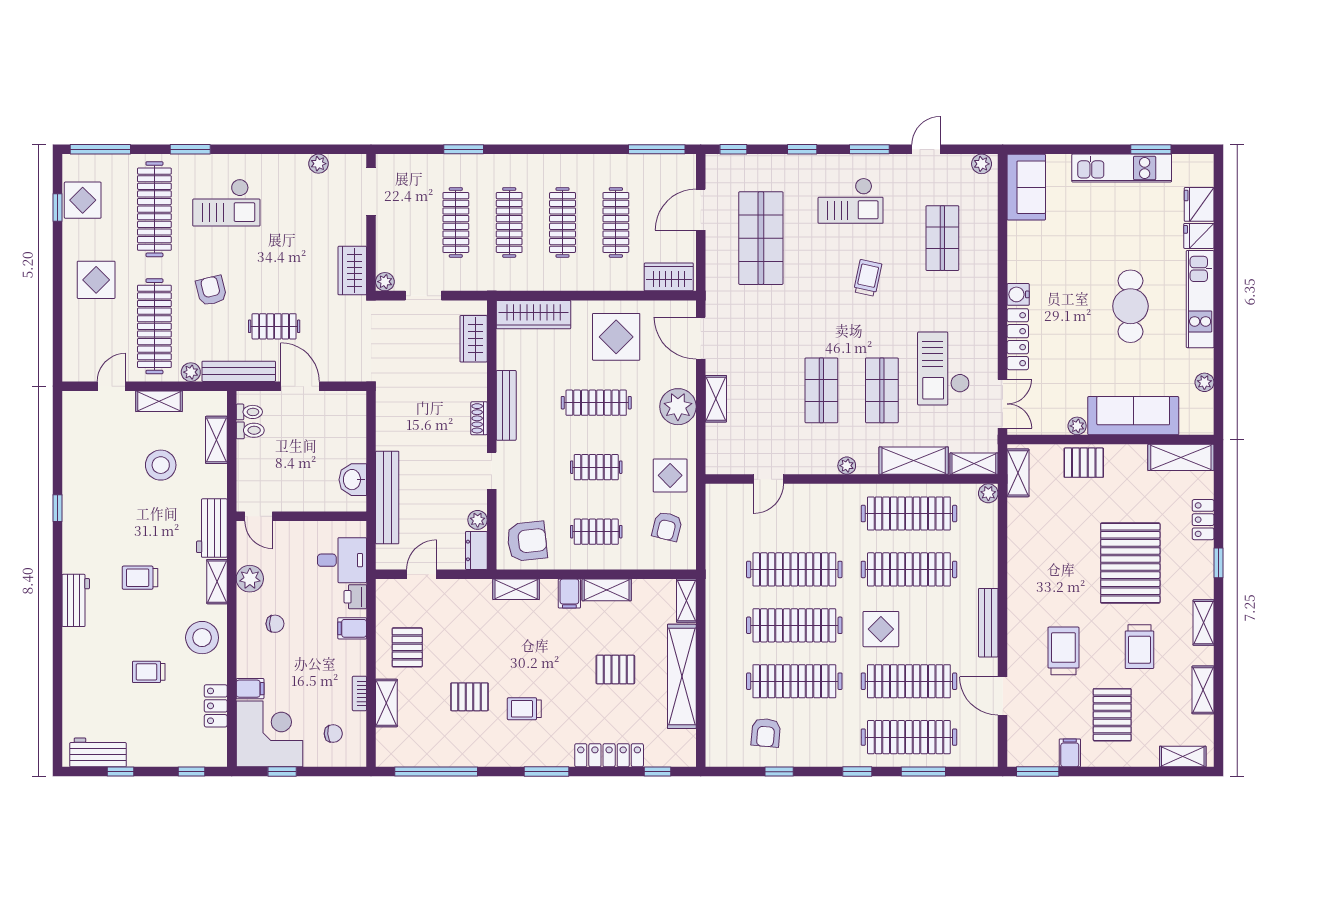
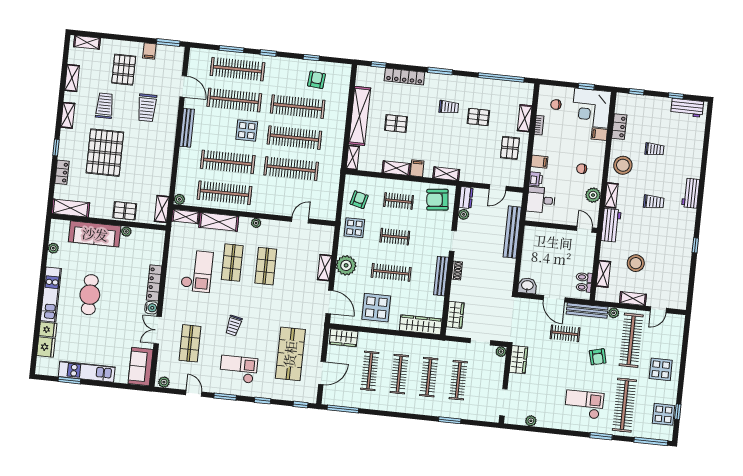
door: (926, 149) -> (194, 393), swing flipped
double door: (1003, 404) -> (158, 330), moved
washbasin: (353, 480) -> (527, 286), moved, turned -90

